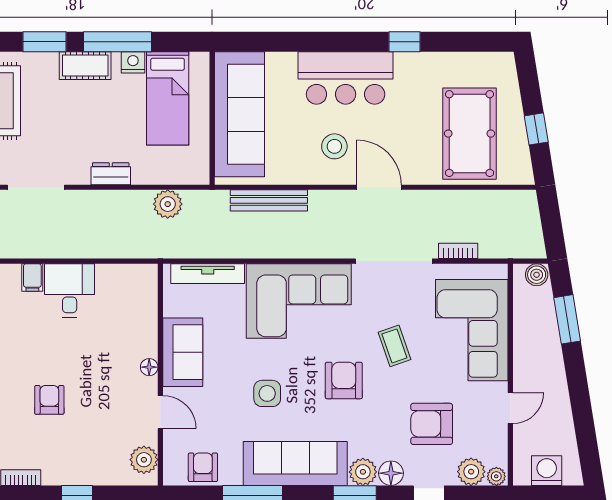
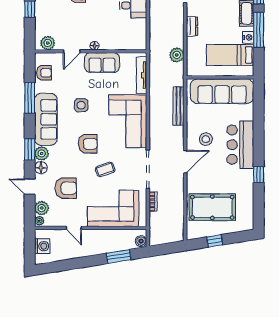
armchair: (432, 424) -> (66, 188), turned 90

